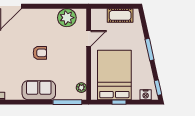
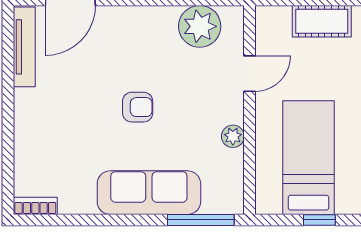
bed: (114, 75) -> (308, 158), width x0.67
plant: (81, 88) -> (233, 136), moved
sofa: (39, 90) -> (149, 193), width x1.36

